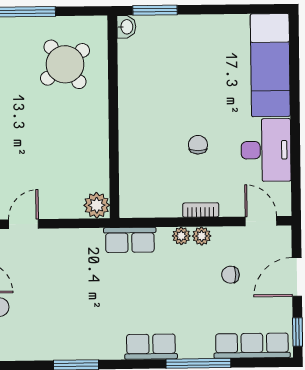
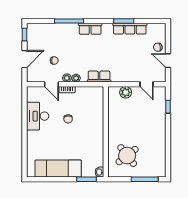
exam couch: (270, 65) -> (58, 169), moved, turned -90
plant: (97, 205) -> (126, 92), moved
door: (261, 221) -> (51, 84), moved
door: (24, 224) -> (147, 84), hinge flipped
row of seats: (252, 346) -> (130, 29), moved

